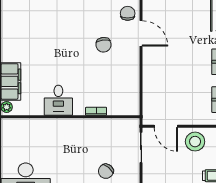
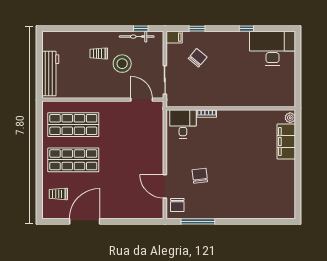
desk: (58, 100) -> (183, 124), moved
stool: (195, 142) -> (122, 64), moved

